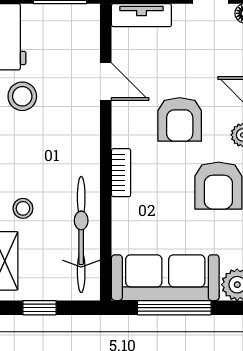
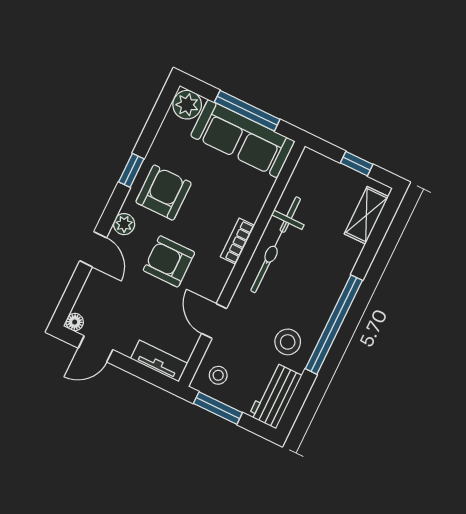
armchair: (180, 119) -> (169, 261), turned -90
stool: (23, 208) -> (218, 375), moved
bicycle: (81, 234) -> (276, 245), moved

